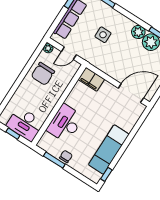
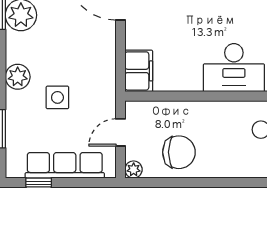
plant: (138, 32) -> (18, 77), moved
door: (69, 53) -> (121, 132), swing flipped

